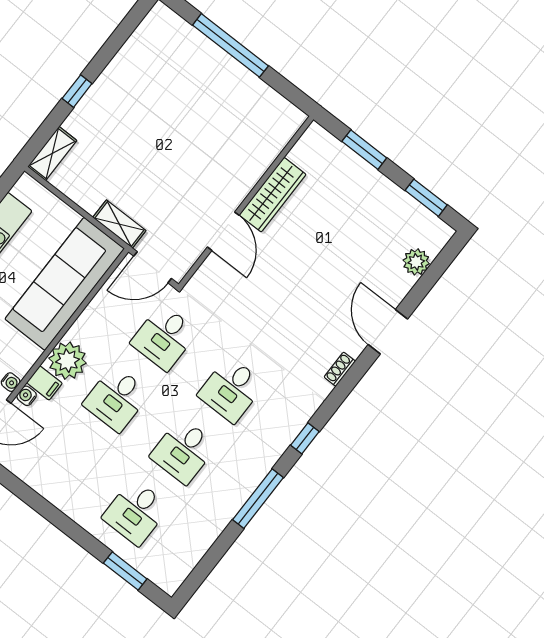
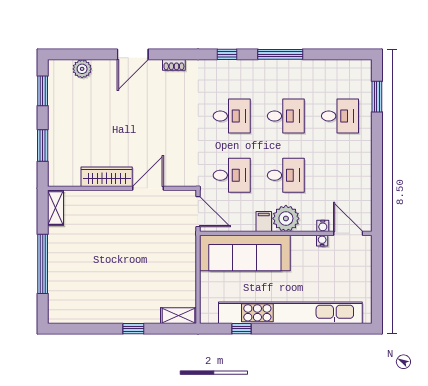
shelving: (119, 224) -> (55, 208), moved
filing cabinet: (44, 383) -> (264, 222), moved

